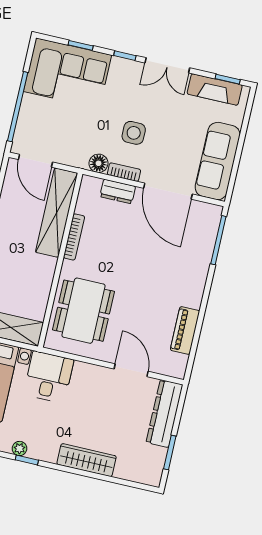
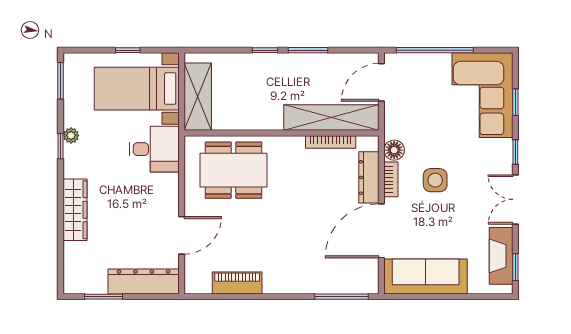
dresser: (118, 191) -> (369, 177), width x1.44
bookcase: (74, 237) -> (331, 142), moved

